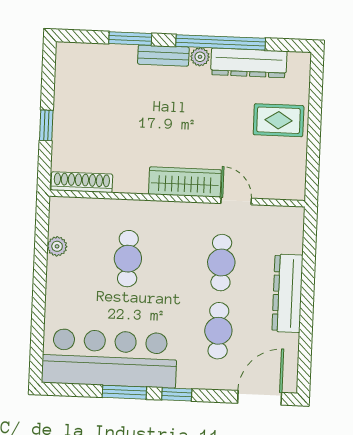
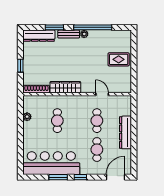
dresser: (249, 63) -> (39, 36), moved
wardrobe: (185, 182) -> (65, 87), moved

